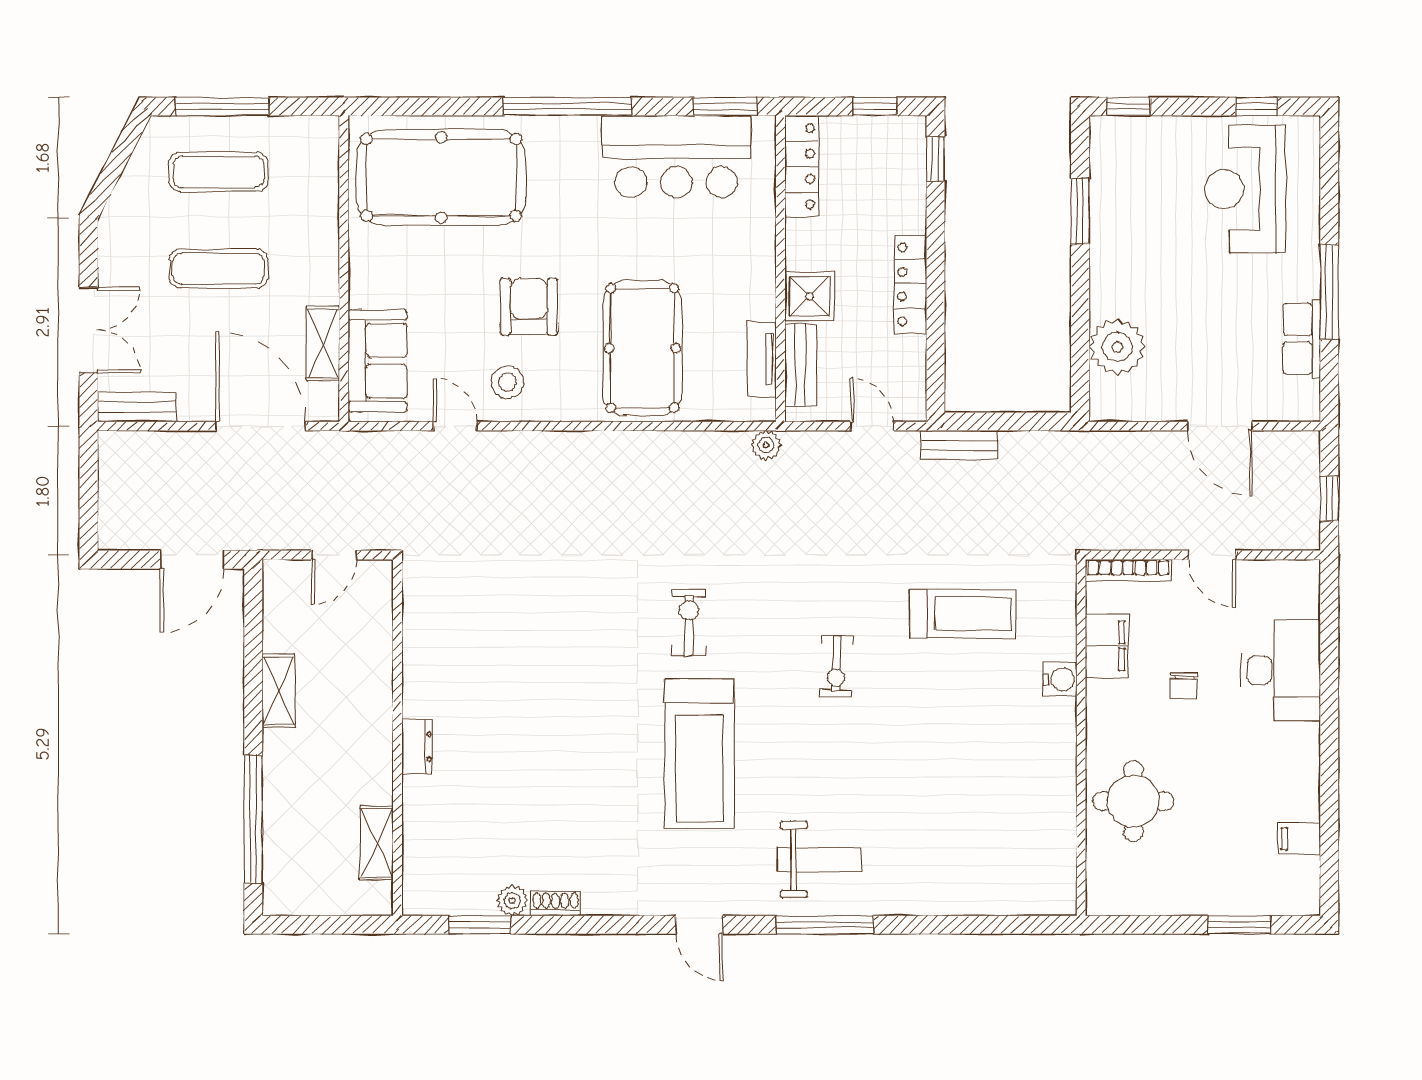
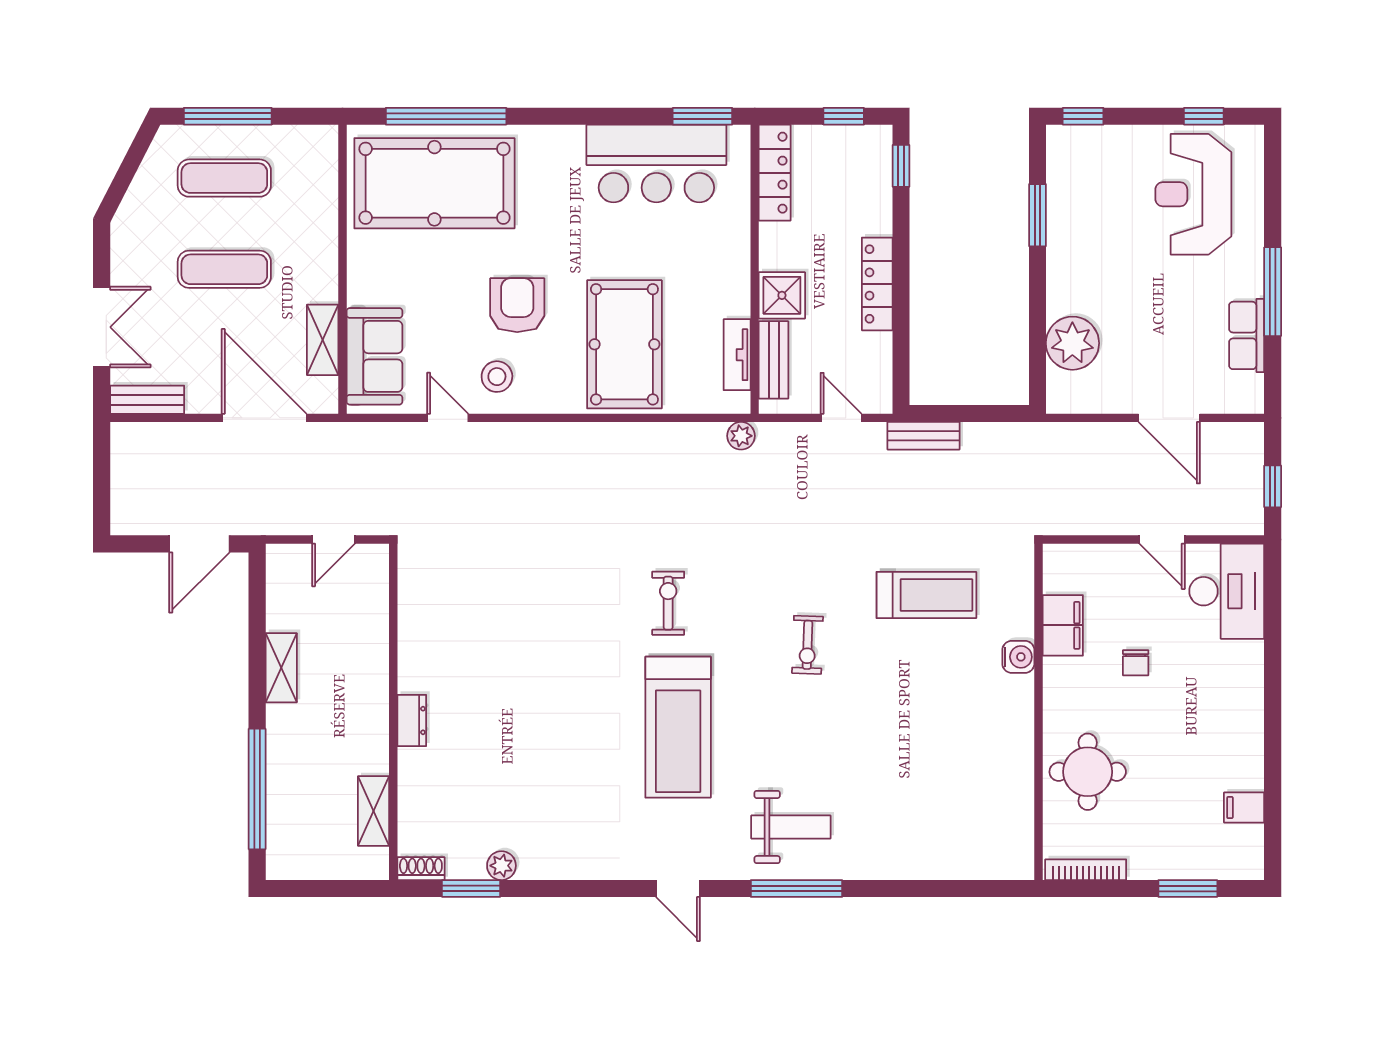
window: (568, 106) -> (446, 116), moved
bookcase: (1128, 570) -> (1086, 870), moved, turned 180
desk: (1281, 670) -> (1227, 591), moved
shoe rack: (555, 904) -> (421, 869), moved

